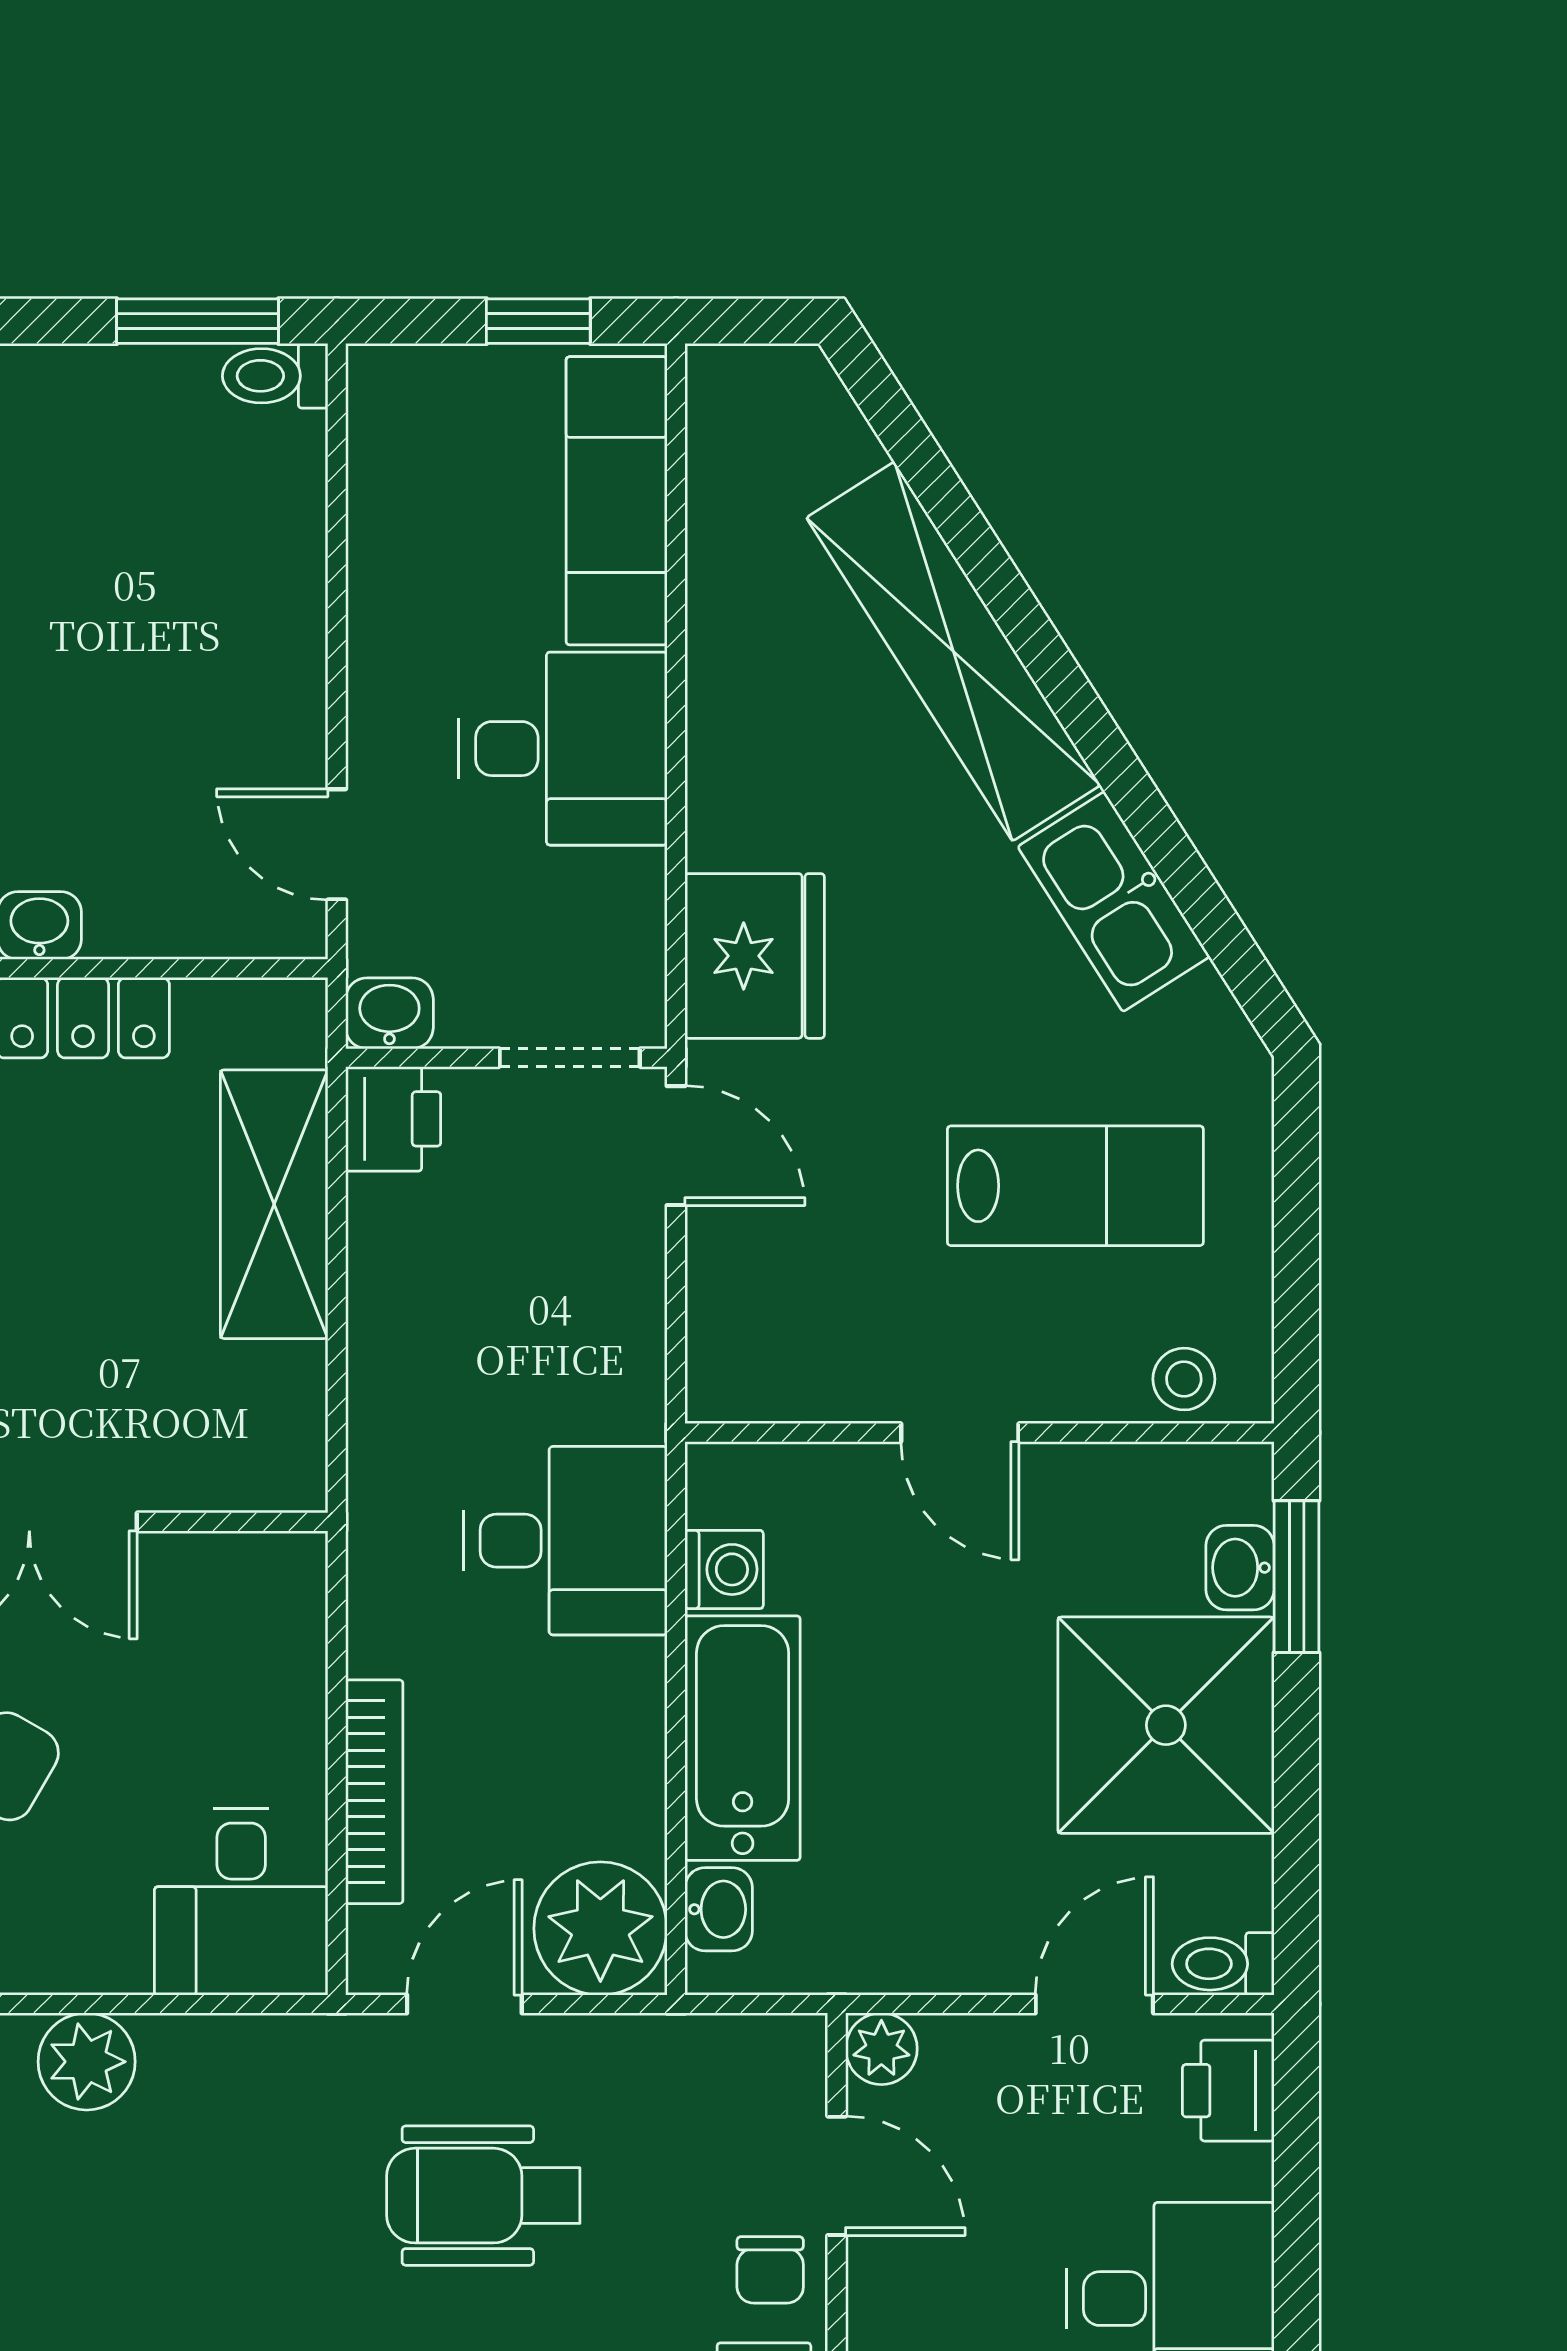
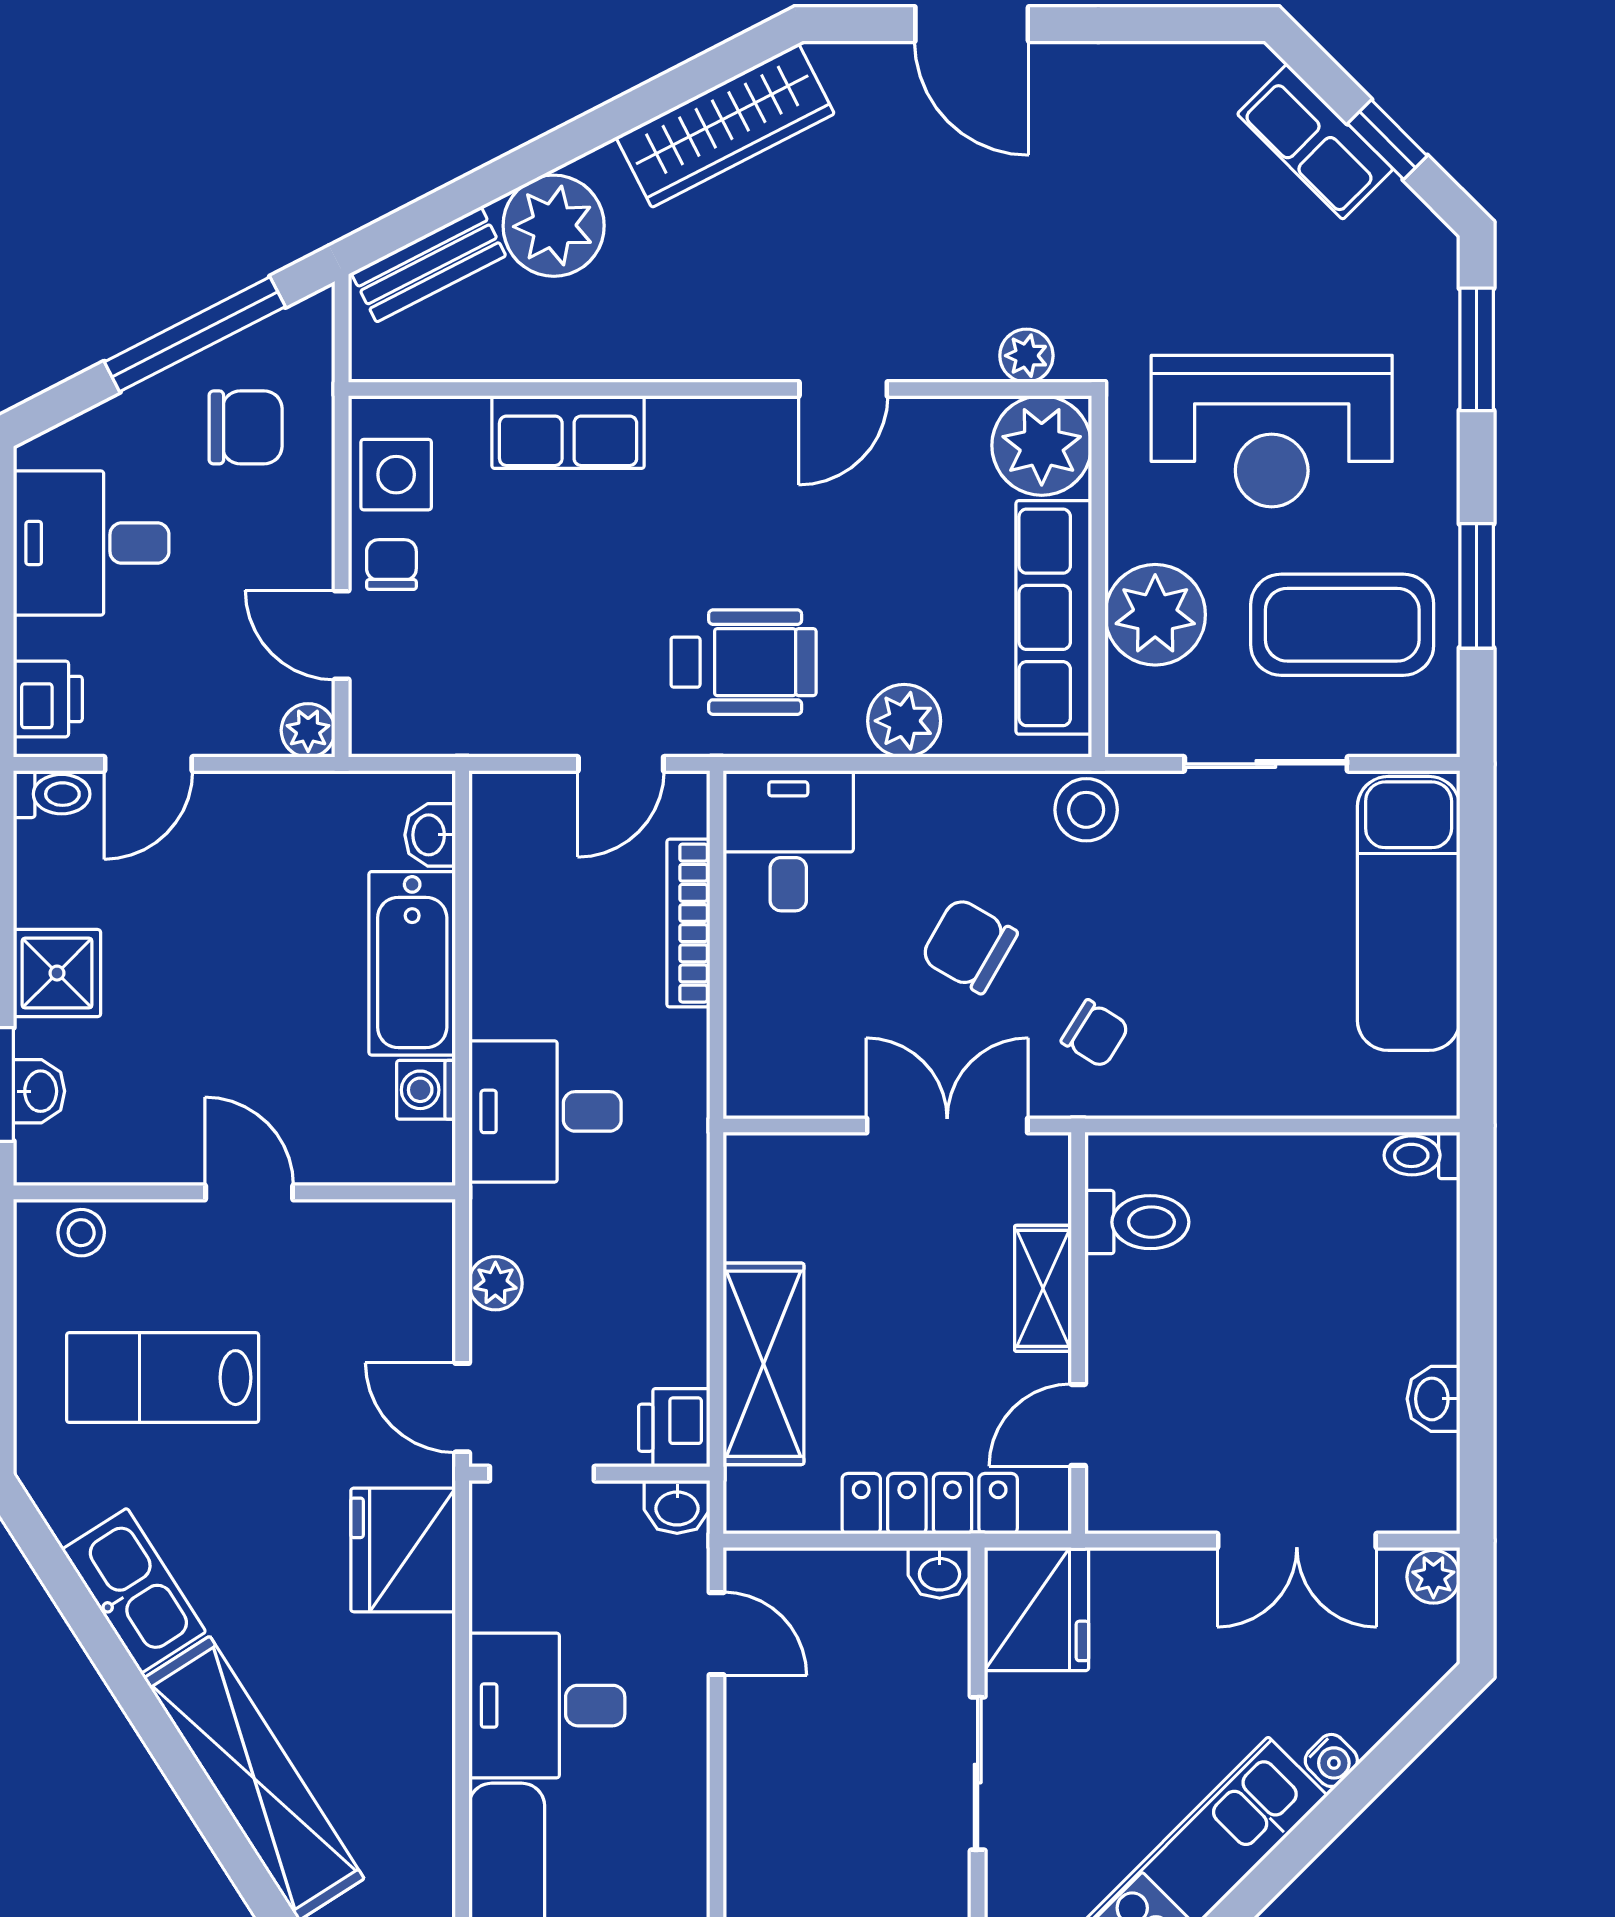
shower: (1166, 1725) -> (57, 973), width x0.54, depth x0.54
plant: (600, 1928) -> (495, 1283), moved, width x0.53, depth x0.53
wheelchair: (483, 2196) -> (744, 662), moved

